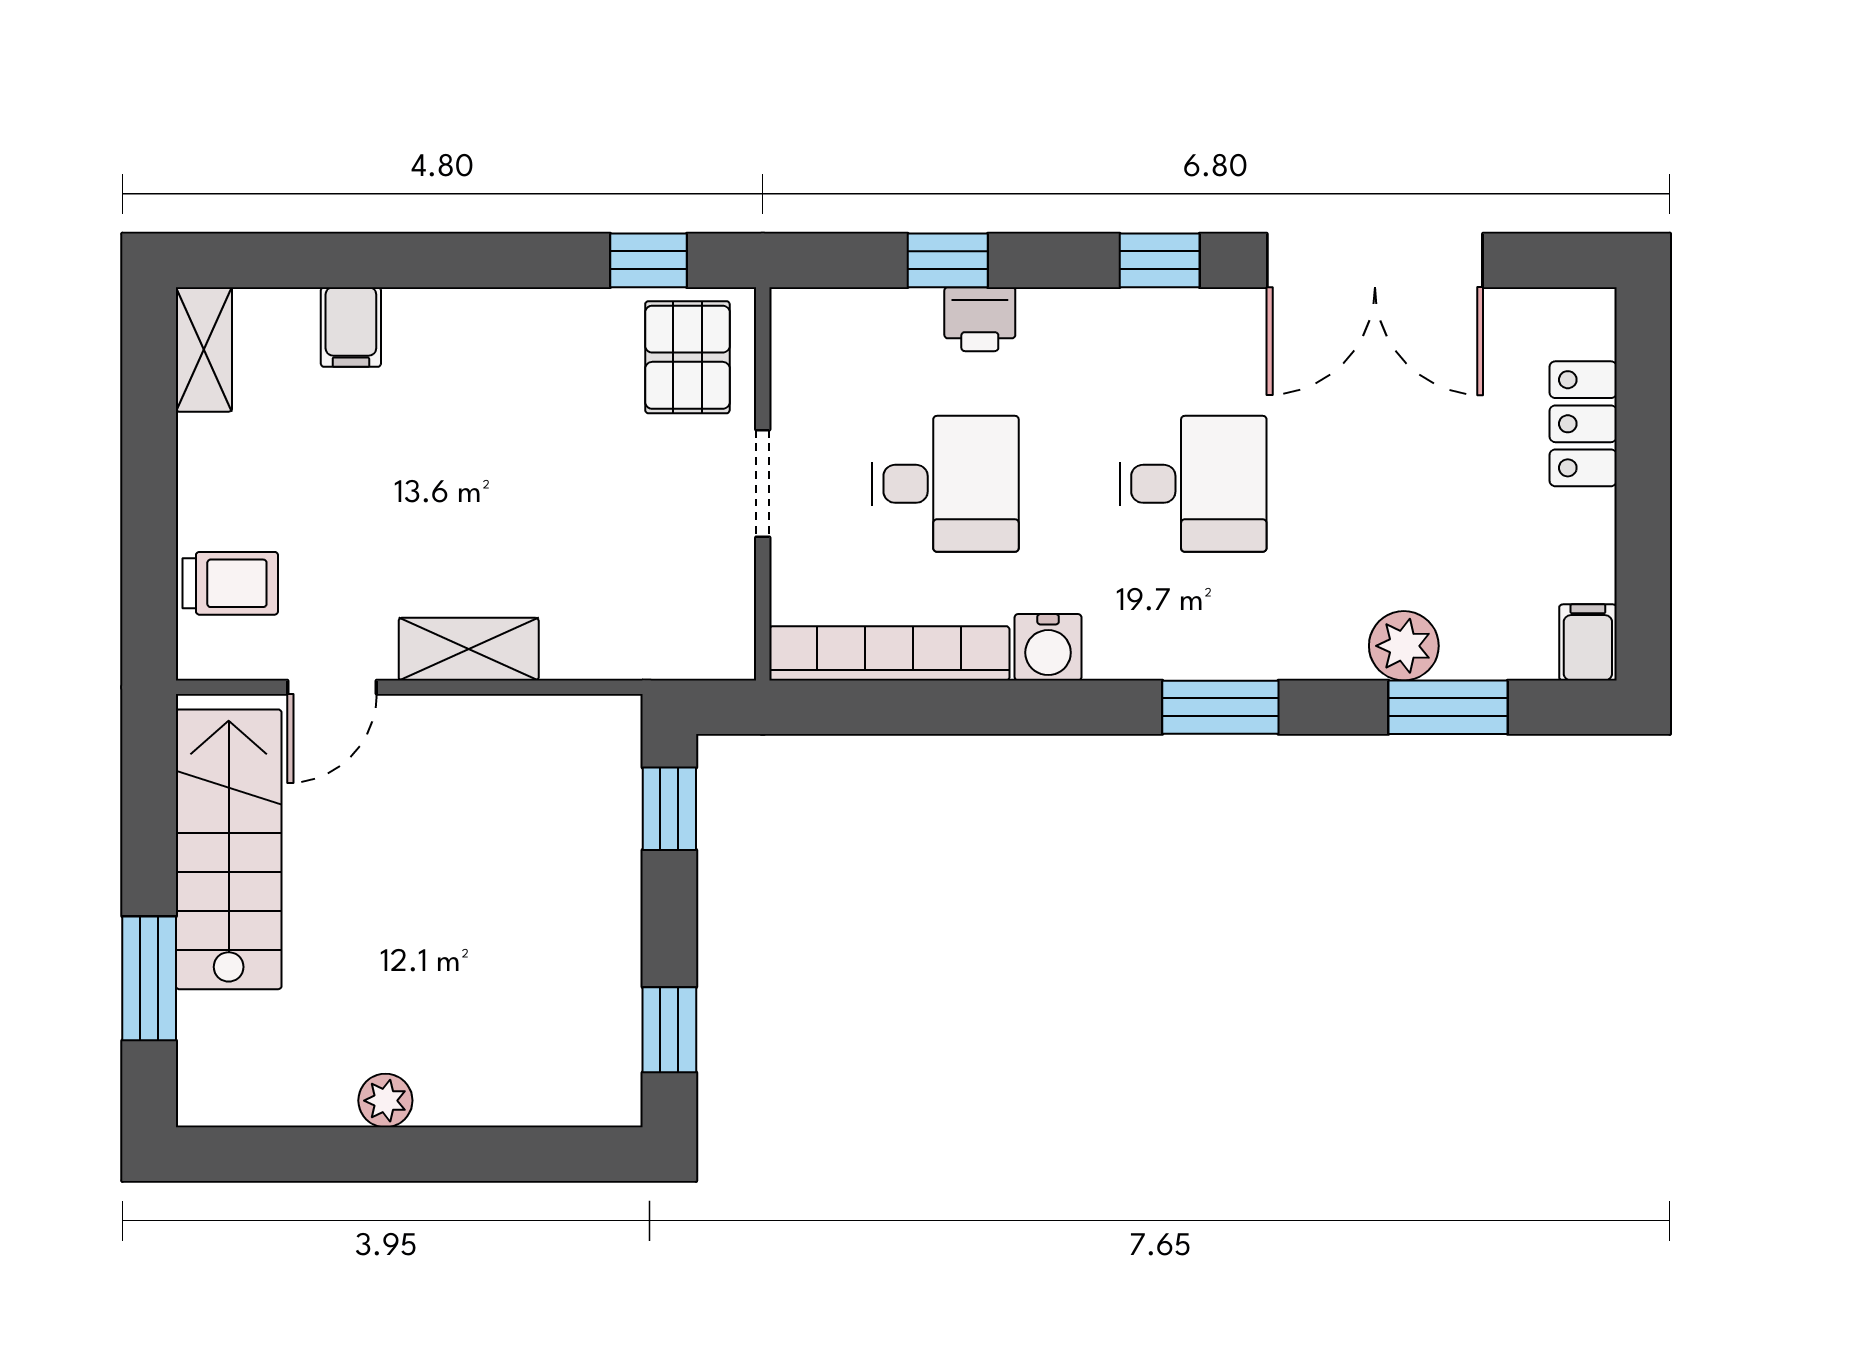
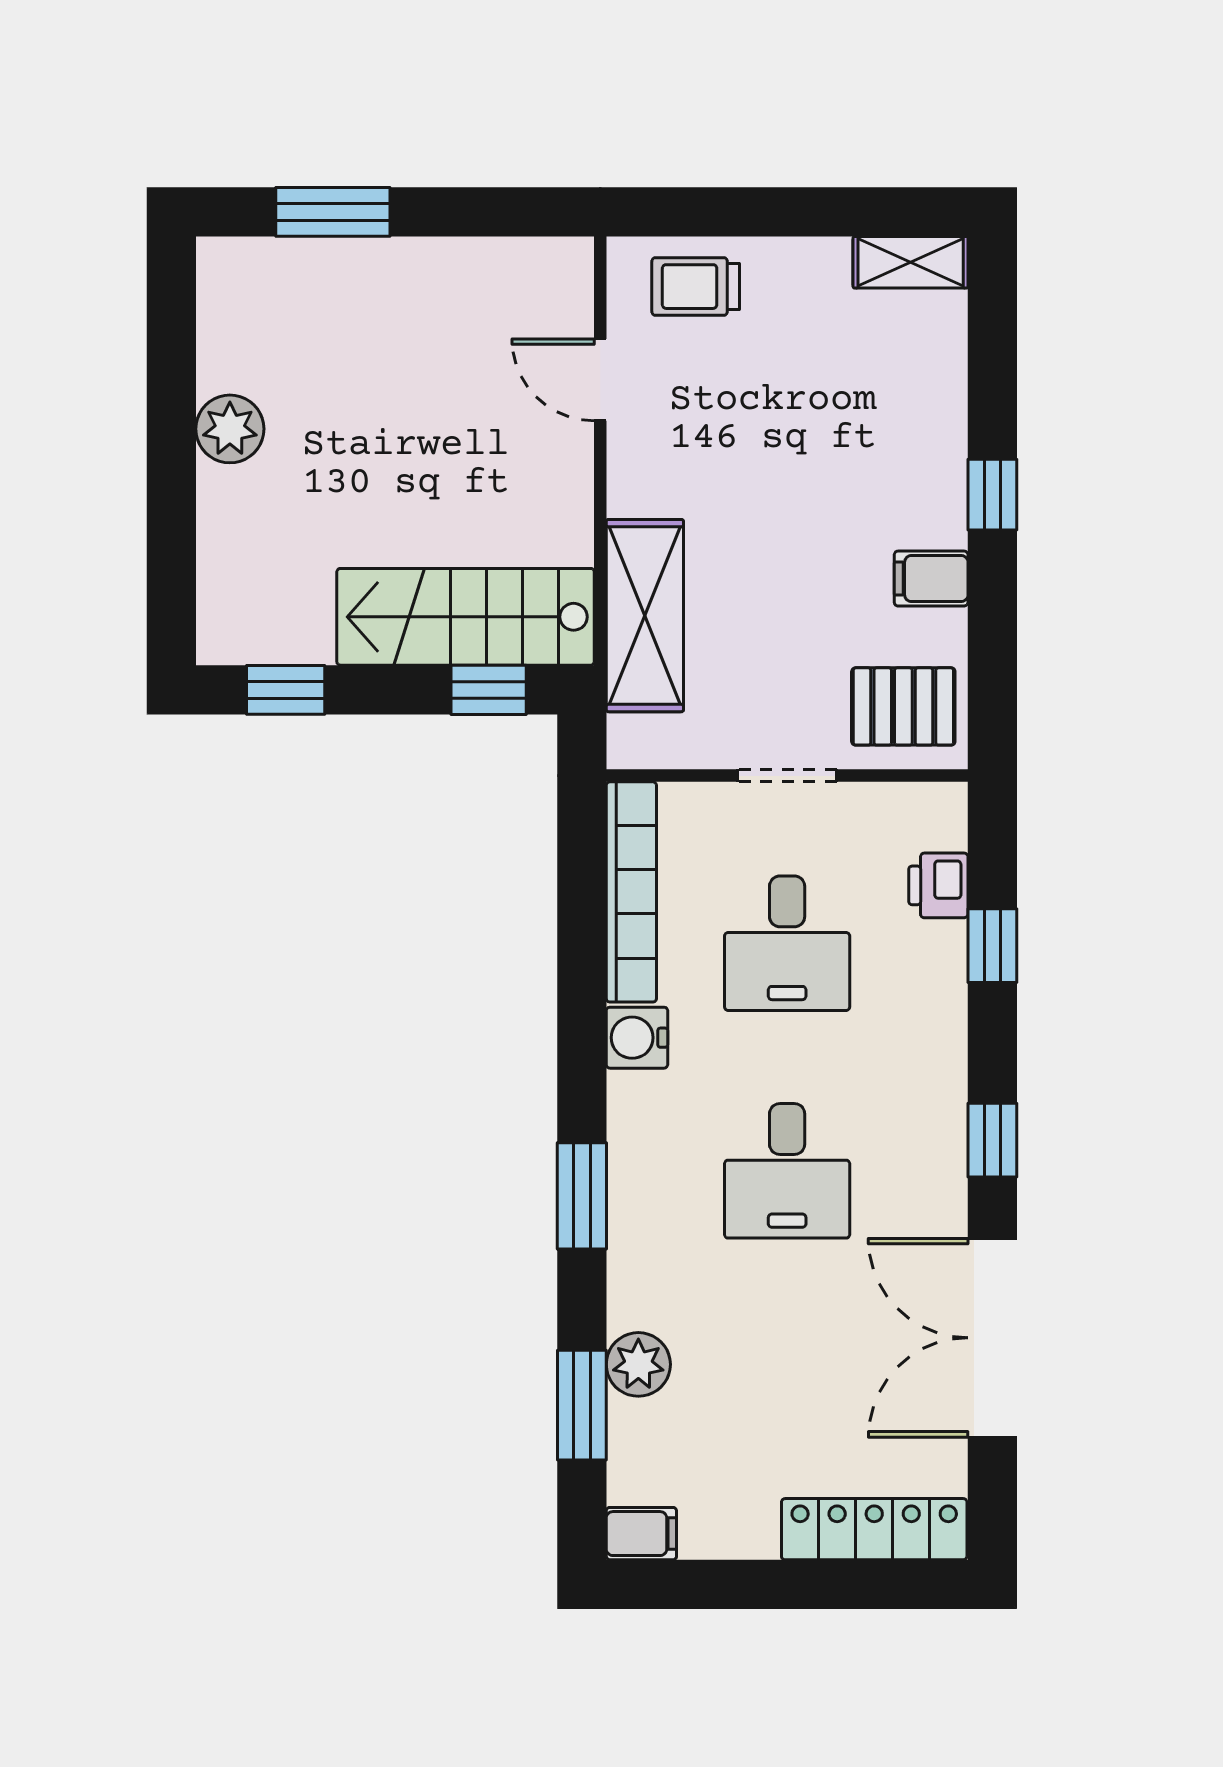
window: (648, 260) -> (992, 495), moved
printer: (980, 319) -> (938, 885), moved
filing cabinet: (351, 327) -> (931, 579), moved
locker: (1583, 424) -> (874, 1529), width x1.53
trolley: (230, 583) -> (696, 287), turned 90
shelving: (469, 649) -> (645, 616), moved, width x1.50, depth x1.33
stairs: (229, 849) -> (466, 617), moved, turned 180
plant: (385, 1101) -> (230, 429), width x1.38, depth x1.38

